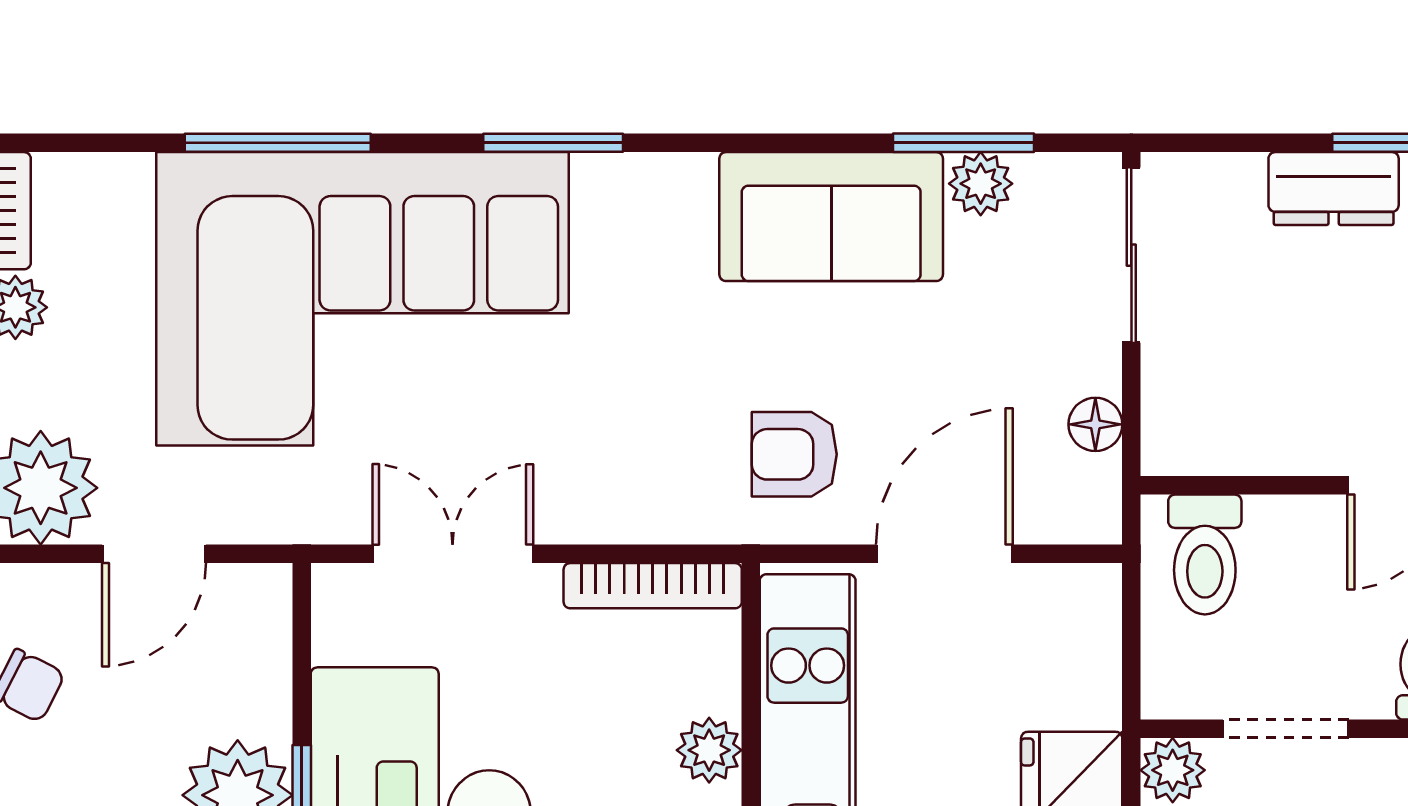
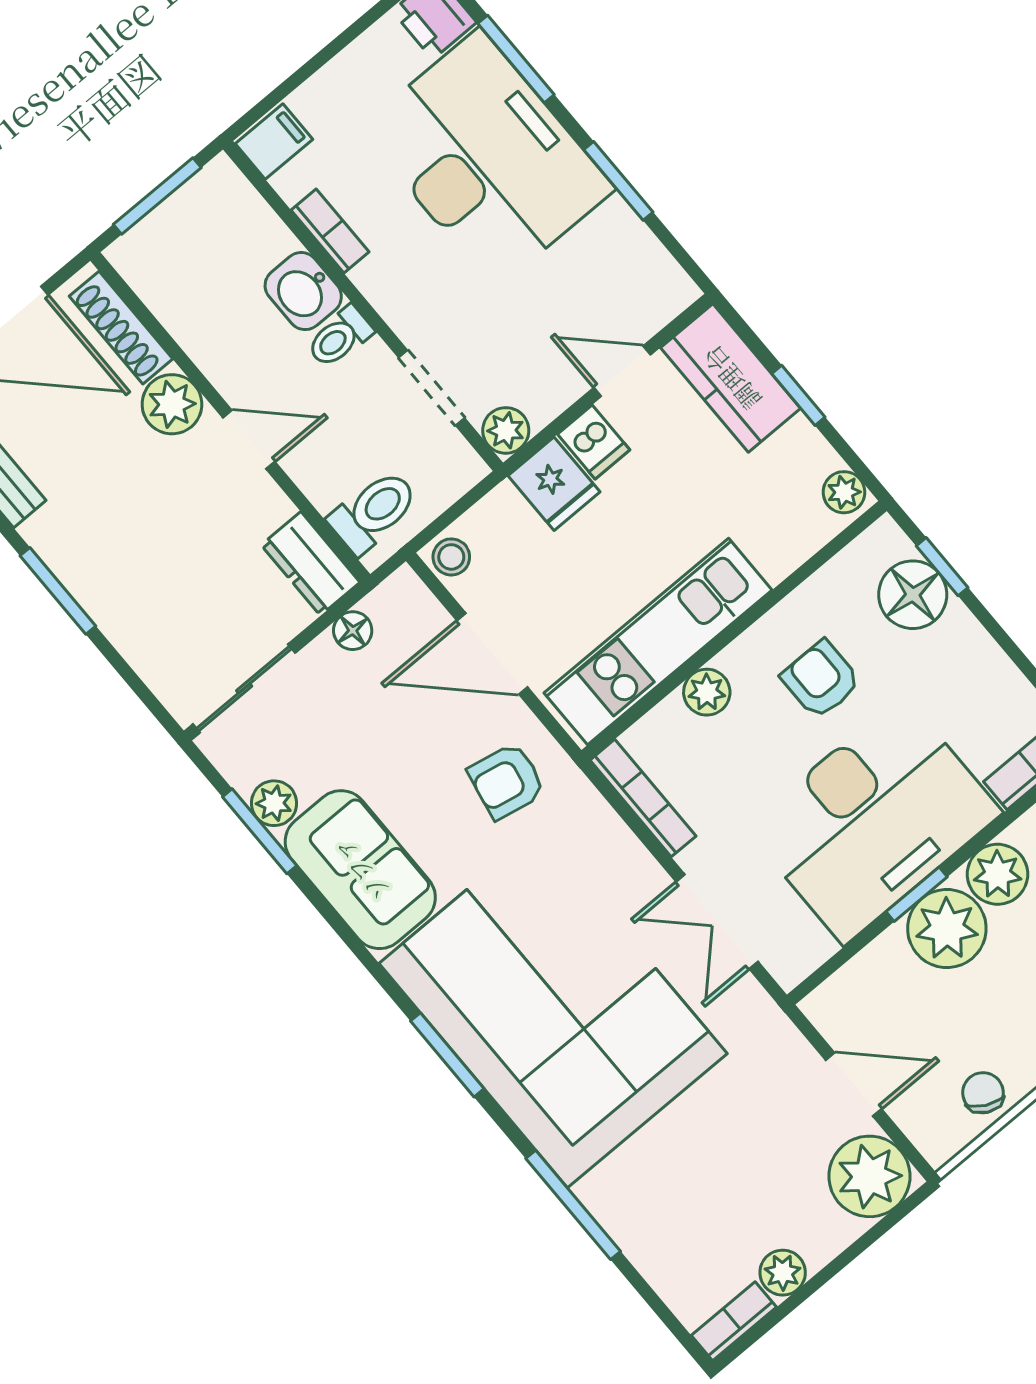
dresser: (1334, 188) -> (311, 564), moved, turned 180
corner sofa: (363, 299) -> (553, 1009), moved
armchair: (794, 454) -> (507, 781), turned 101
stool: (1086, 597) -> (451, 557), added

